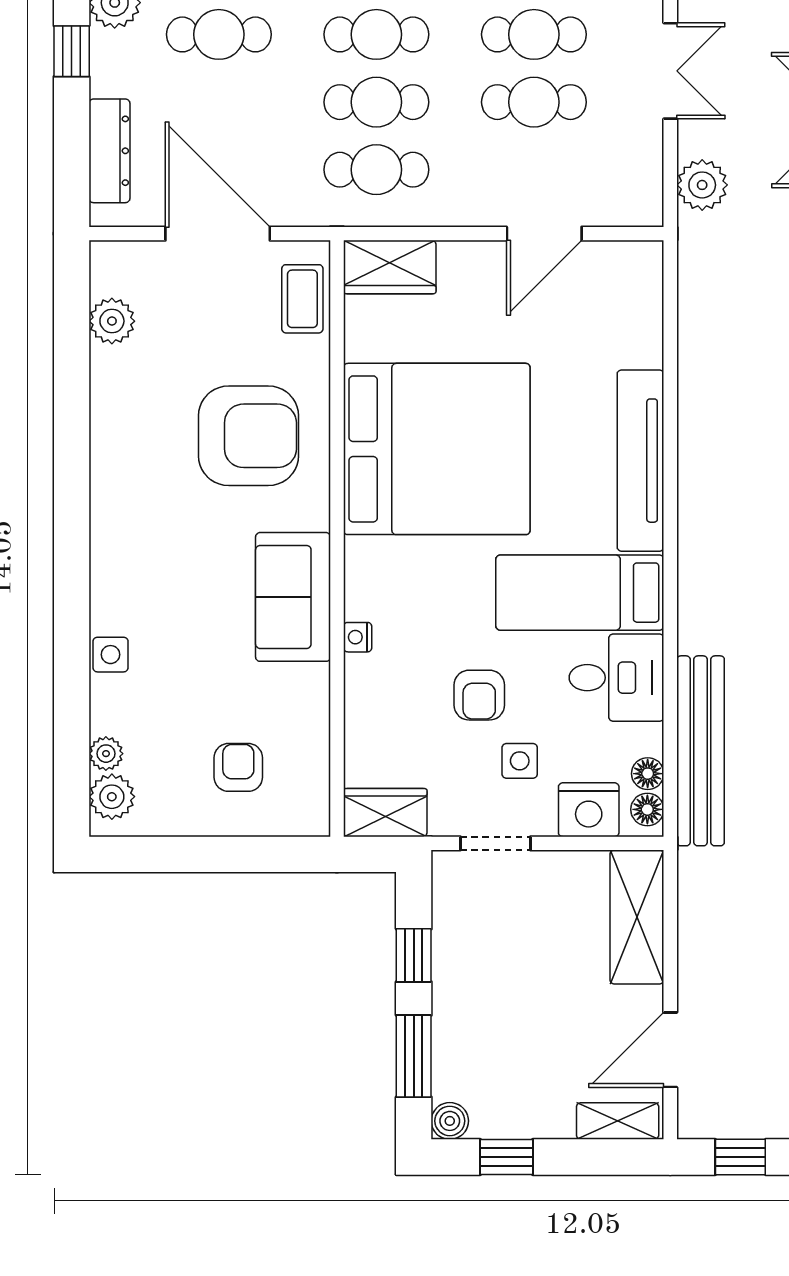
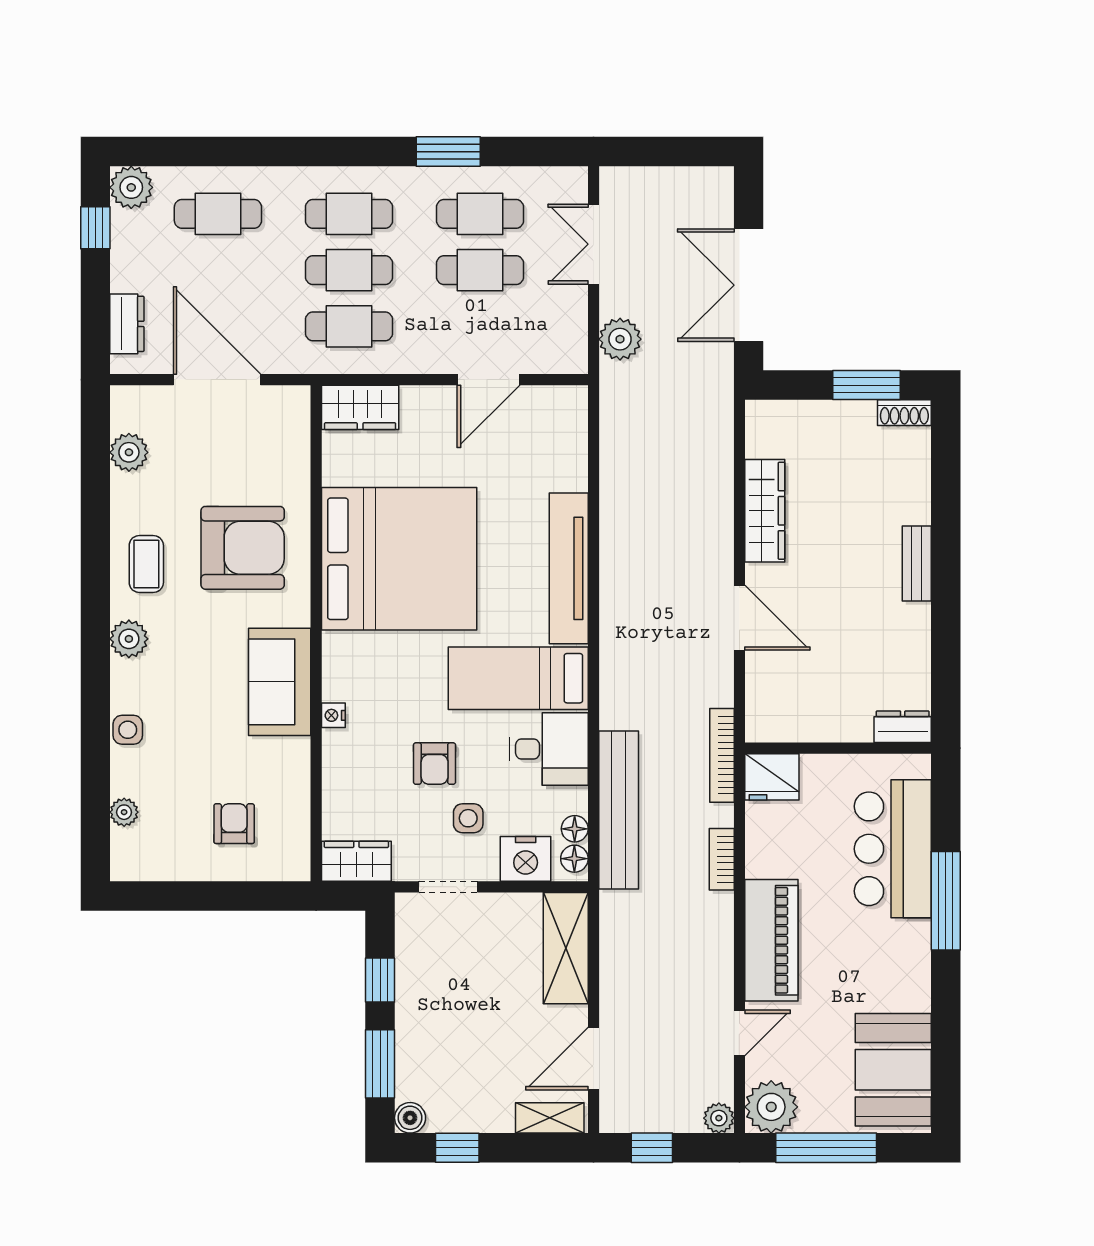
double door: (670, 71) -> (594, 244), swing flipped
dresser: (109, 151) -> (127, 324), width x0.70
coffee table: (302, 299) -> (146, 564), moved
plant: (112, 797) -> (129, 639), moved

